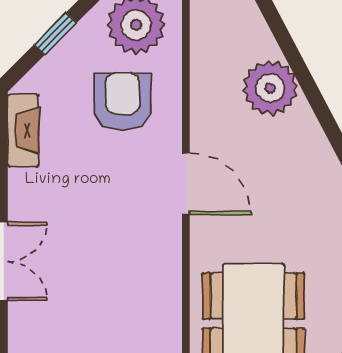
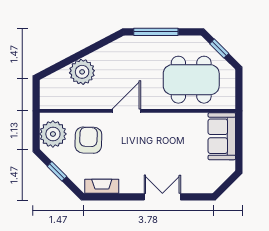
armchair: (123, 102) -> (88, 140), turned 92

